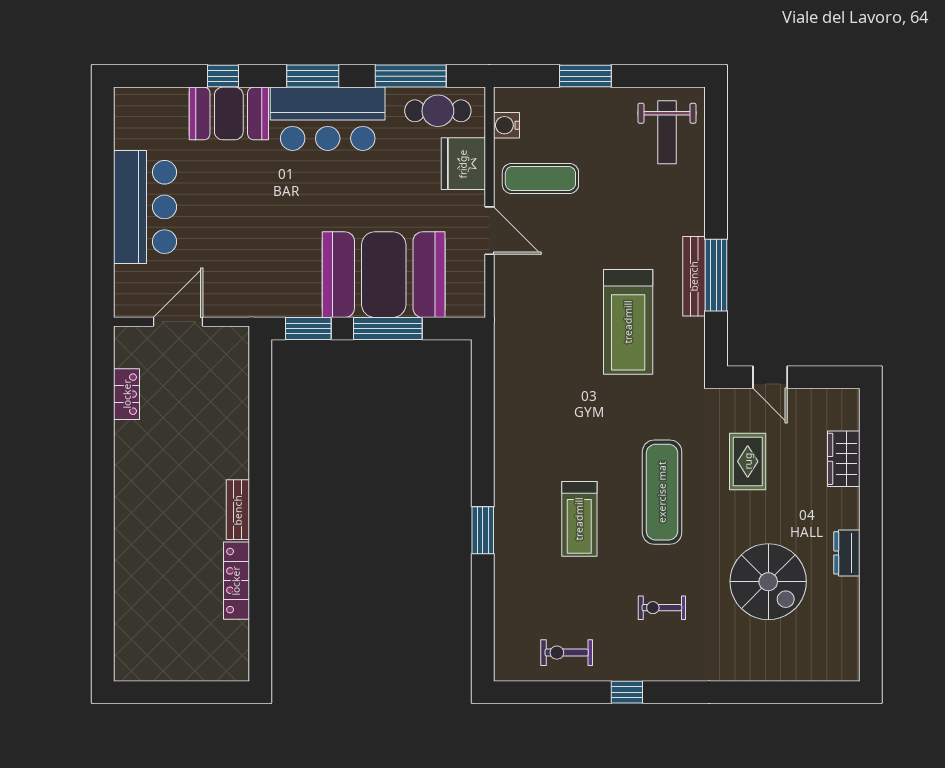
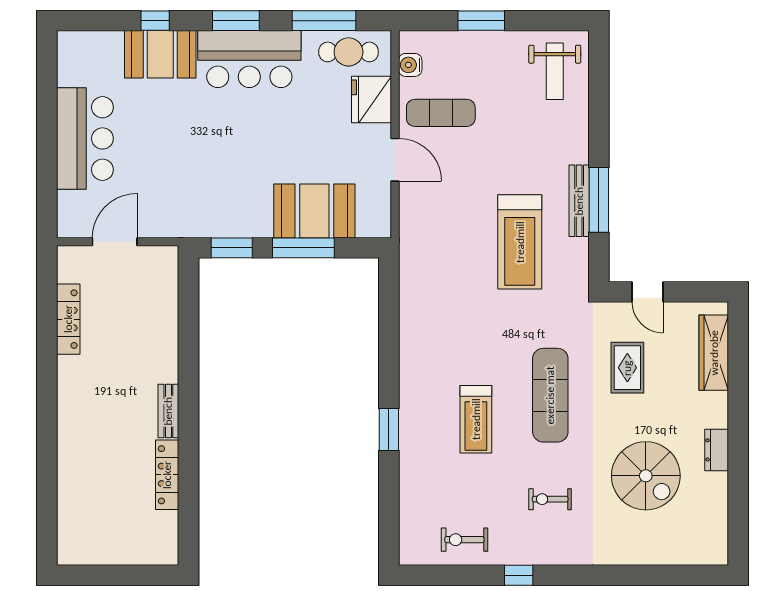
booth: (384, 275) -> (314, 211), width x0.73, depth x0.70
locker: (127, 394) -> (68, 319), width x1.53
wardrobe: (844, 459) -> (714, 353), width x1.50

